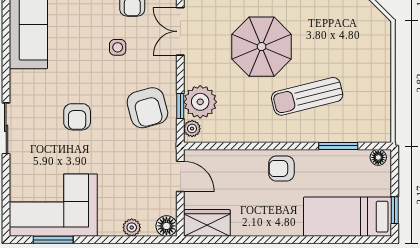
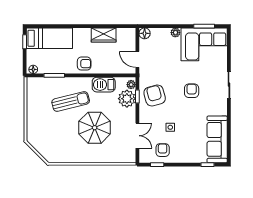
barbecue: (244, 128) -> (104, 85), added
wardrobe: (207, 223) -> (104, 35), moved
plant: (132, 227) -> (175, 33), moved

